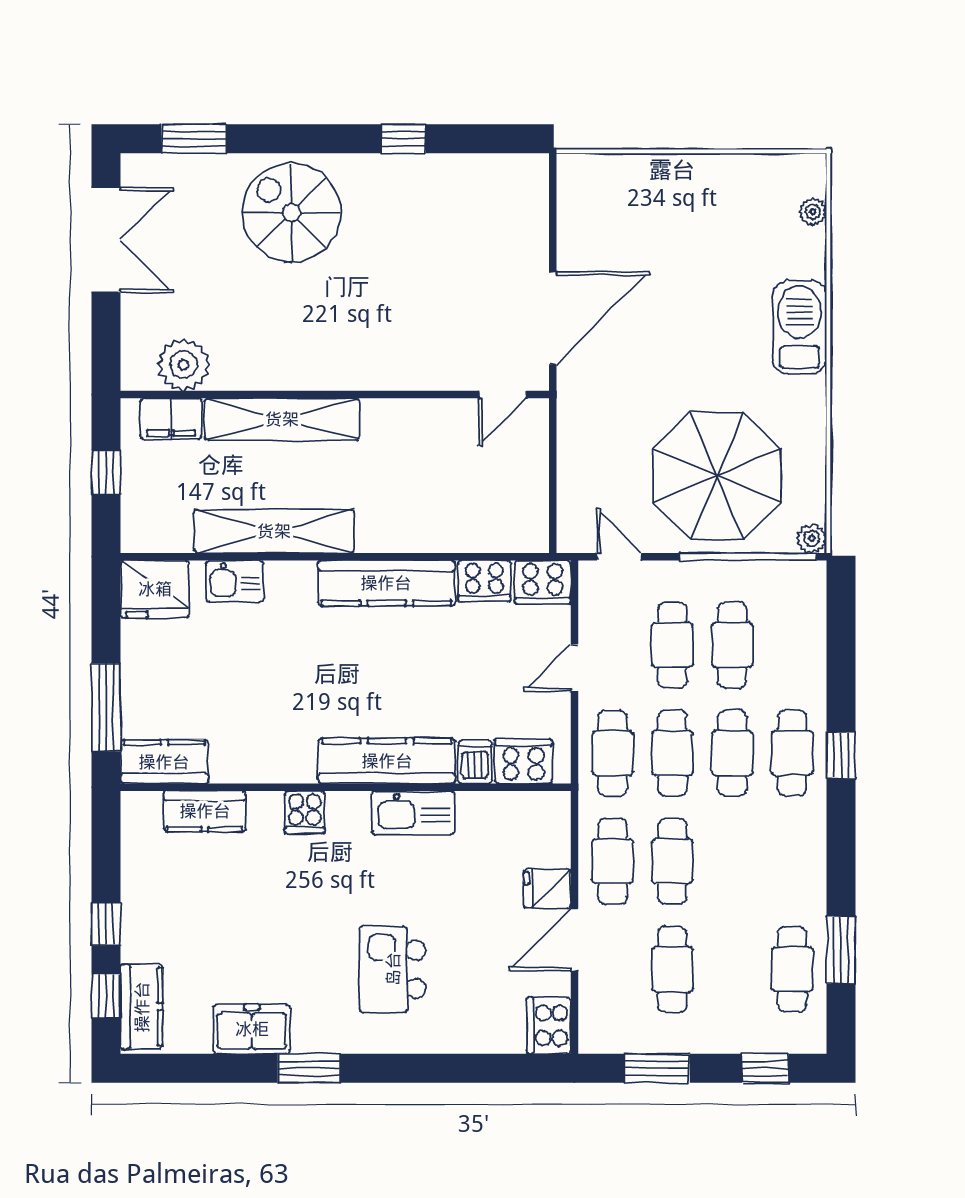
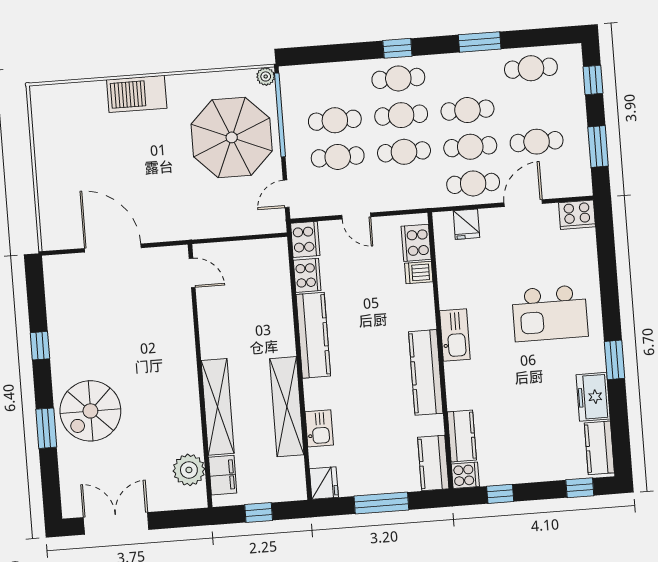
window: (194, 139) -> (46, 428), moved
plant: (813, 212) -> (65, 91), removed
door: (553, 318) -> (113, 248), moved
fridge: (155, 589) -> (324, 483), width x0.73, depth x0.75
window: (106, 707) -> (381, 503), moved
cafe table: (613, 753) -> (467, 110), moved
kitchen counter: (387, 761) -> (426, 372), moved
cooker: (305, 812) -> (465, 475), moved
kitchen sink: (413, 813) -> (455, 335), moved
fridge: (547, 889) -> (466, 224), moved
window: (106, 924) -> (500, 494), moved
door: (574, 940) -> (523, 203), swing flipped
window: (841, 950) -> (480, 42), moved
kitchen island: (393, 969) -> (550, 313), width x1.37, depth x1.28
kitchen counter: (142, 1007) -> (599, 448), moved, turned -90

